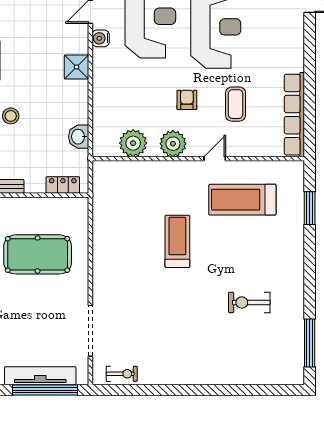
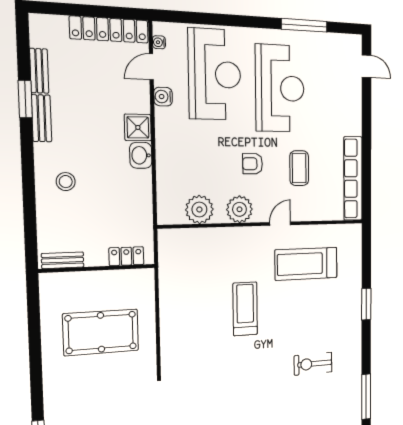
armchair: (187, 100) -> (253, 164), turned -90
washbasin: (79, 137) -> (141, 155), moved
window: (310, 208) -> (366, 304), moved

